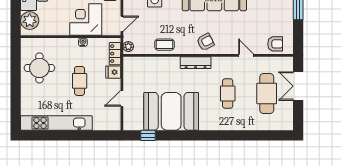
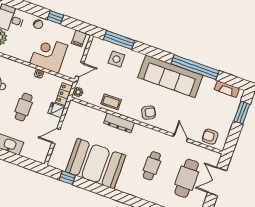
armchair: (275, 44) -> (210, 137), turned 180
dresser: (196, 63) -> (119, 123), moved

